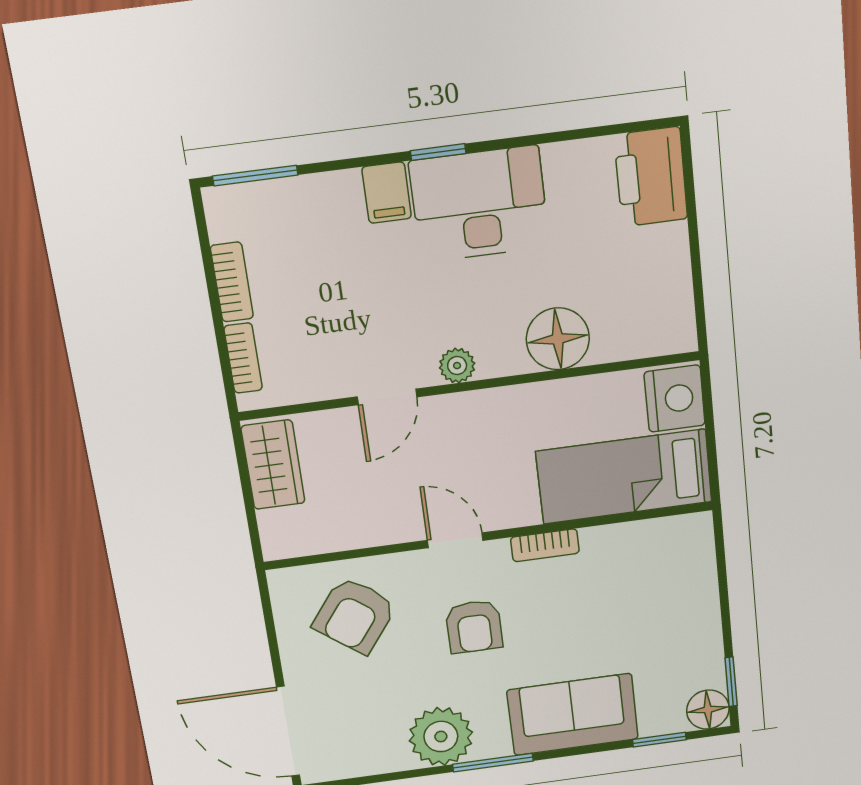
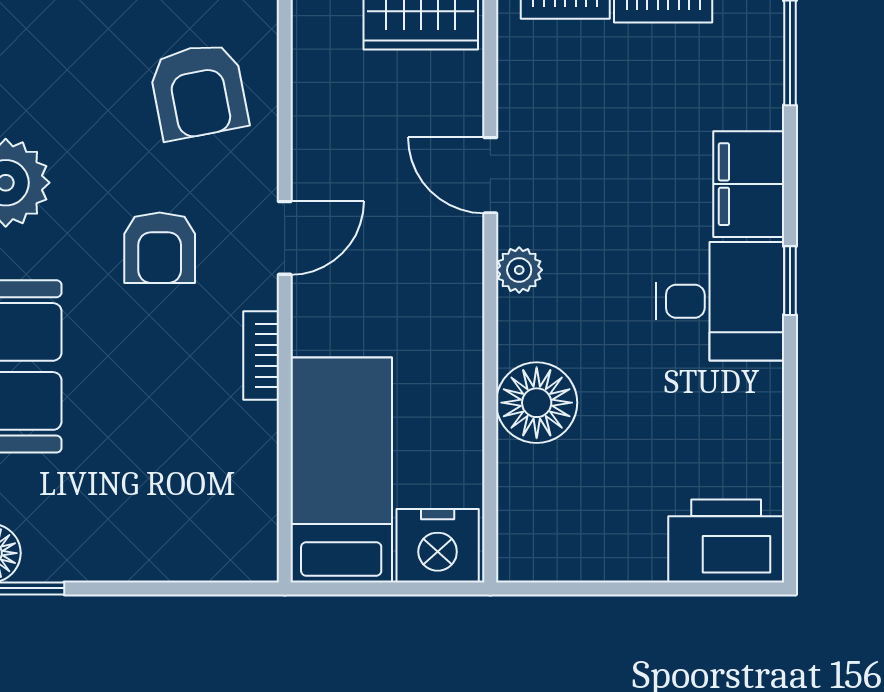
filing cabinet: (387, 193) -> (749, 184), width x2.00
desk: (479, 204) -> (720, 301), width x0.73
armchair: (355, 615) -> (199, 91), turned -138
armchair: (474, 627) -> (160, 248), turned -90

